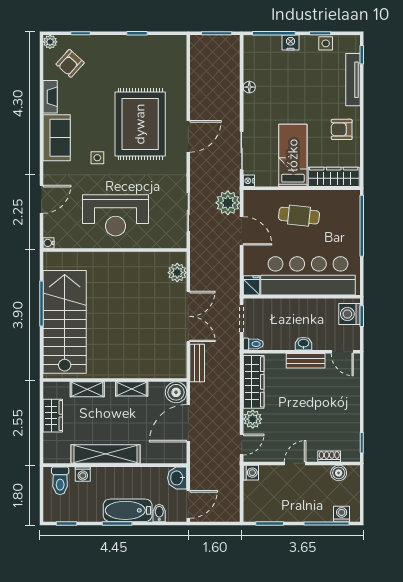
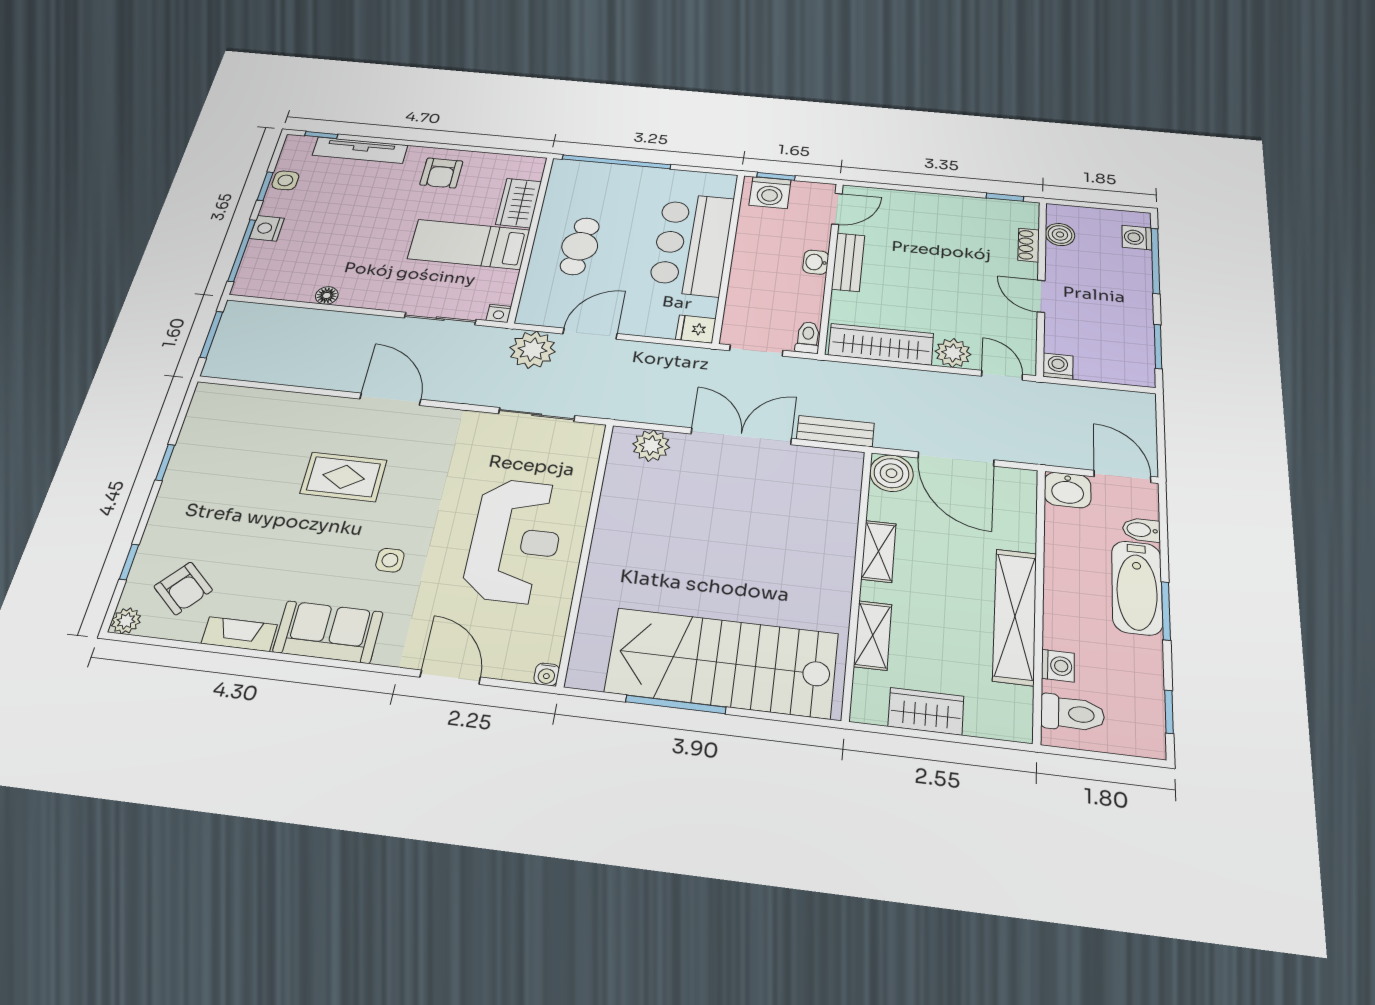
rug: (140, 124) -> (344, 477), width x0.54, depth x0.49
wardrobe: (334, 177) -> (519, 203), width x0.67
bar counter: (308, 276) -> (692, 244), width x0.73

